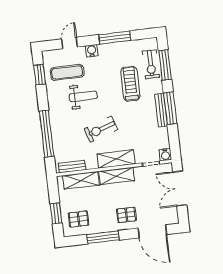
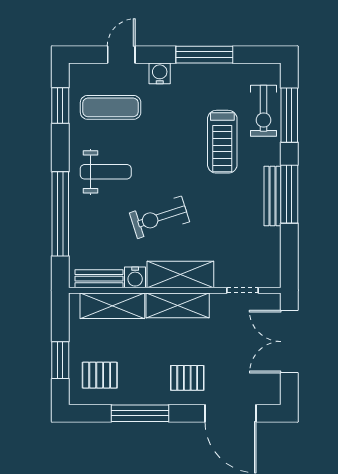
treadmill: (130, 84) -> (222, 142), turned 180
weight bench: (83, 96) -> (106, 172), moved
water cooler: (165, 155) -> (135, 277), moved

